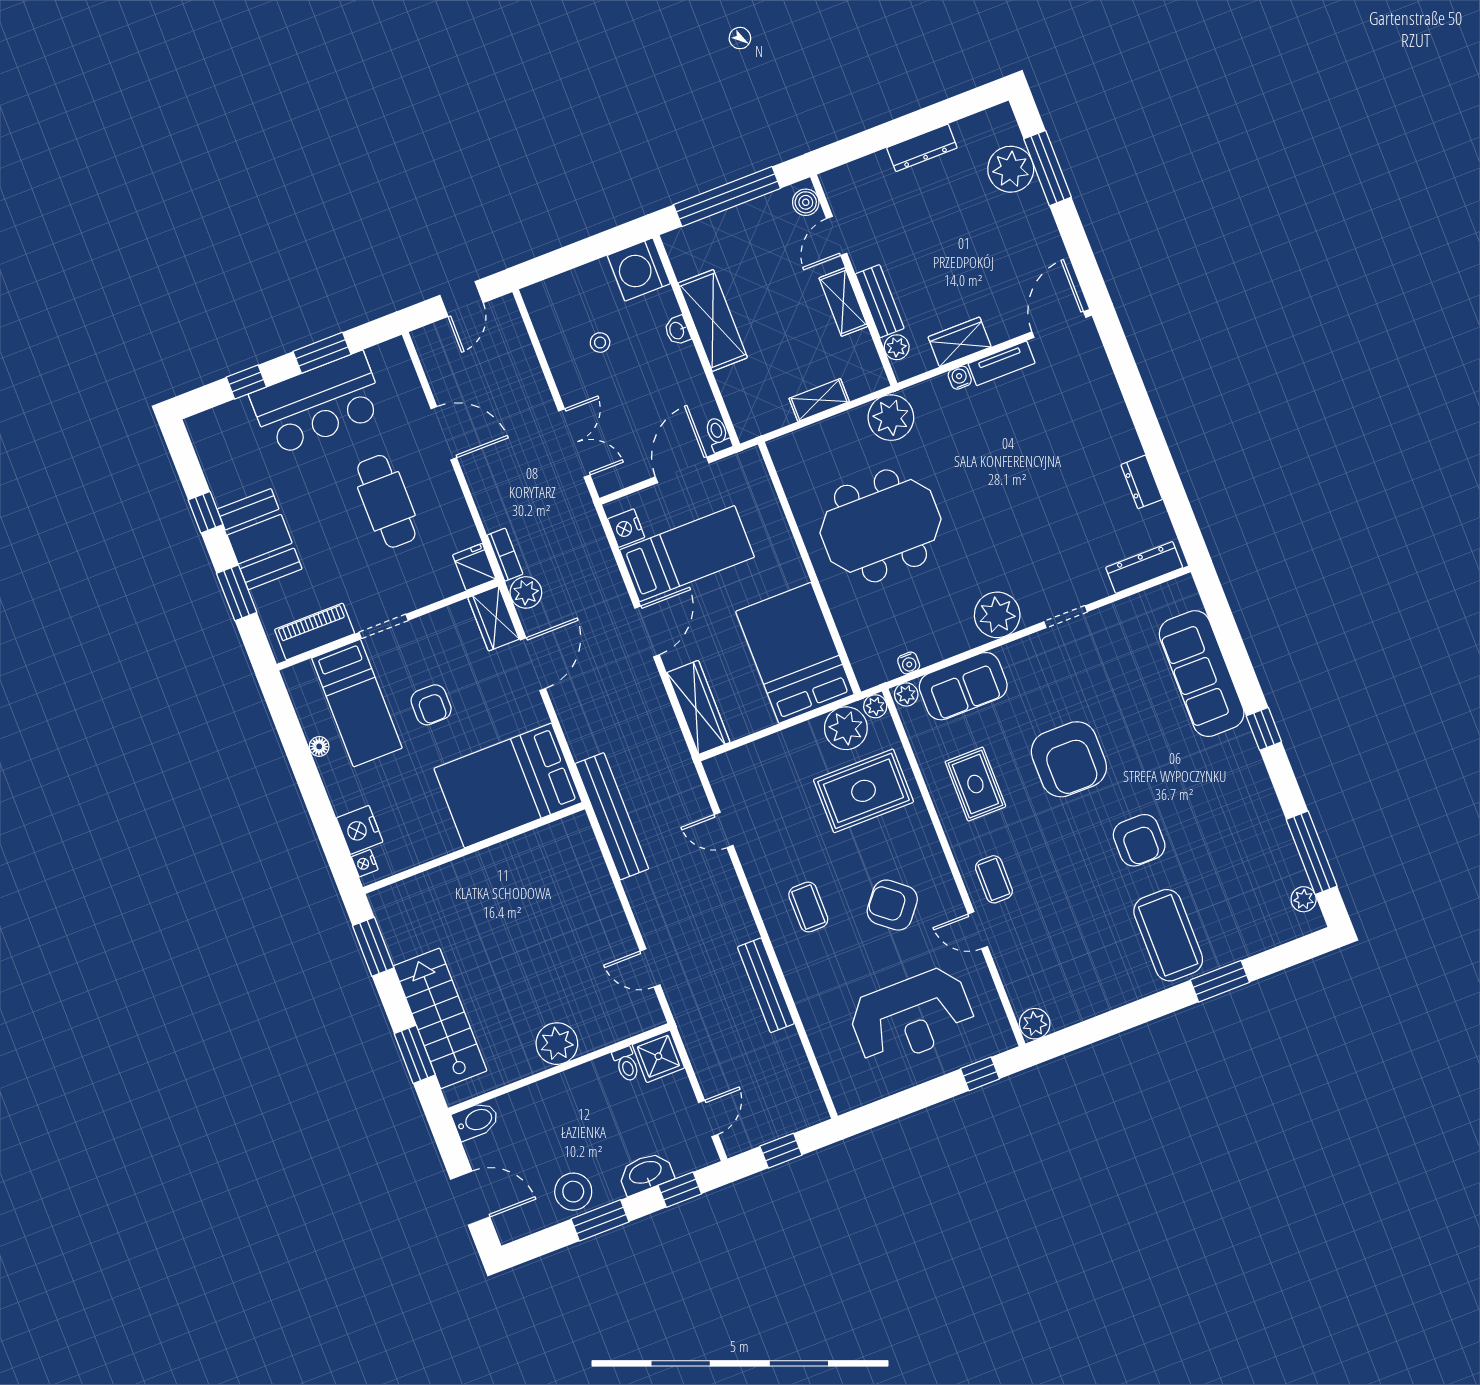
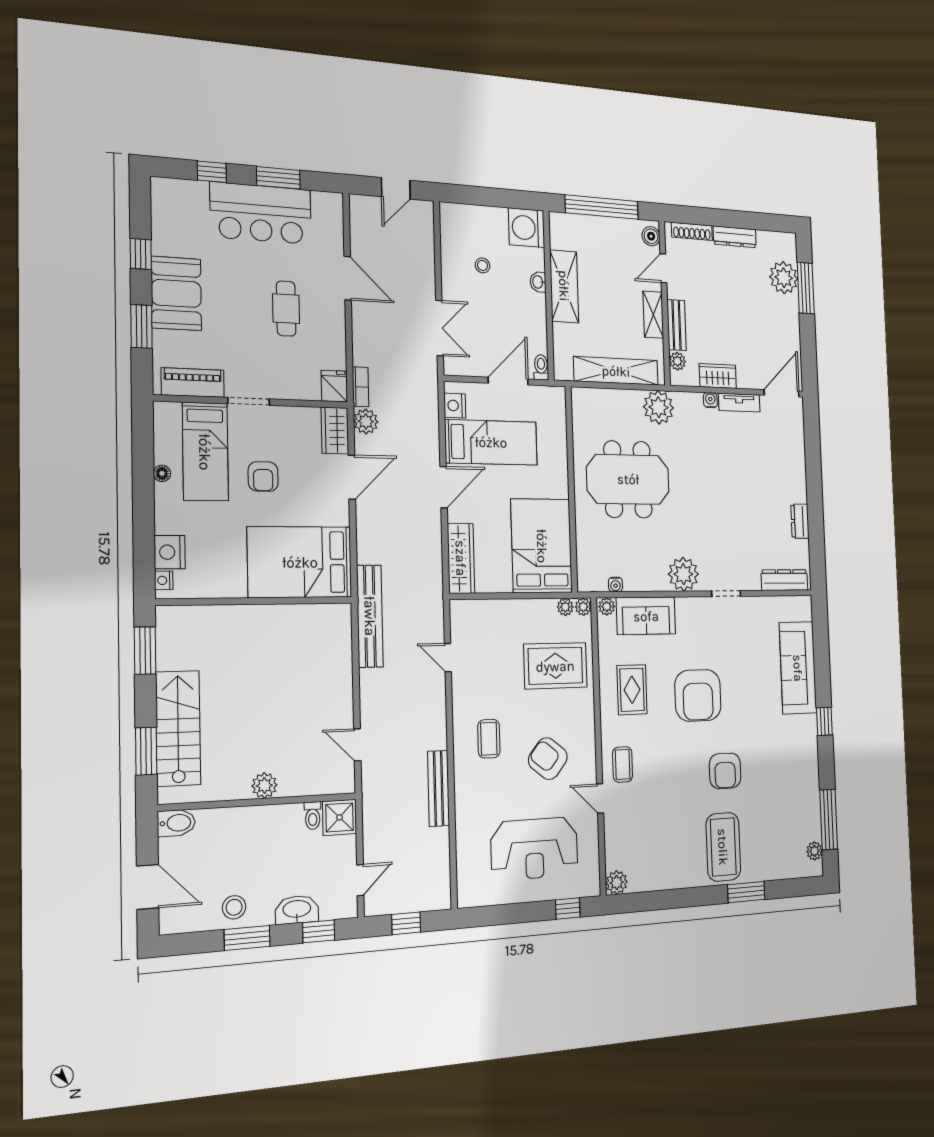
shoe rack: (859, 169) -> (692, 231), added
shelving: (819, 400) -> (616, 371), width x2.20, depth x1.33
cafe table: (386, 501) -> (286, 309), width x0.73, depth x0.74
plant: (846, 728) -> (565, 607), width x0.53, depth x0.53
plant: (557, 1044) -> (264, 786), width x0.73, depth x0.73
stool: (573, 1192) -> (234, 907), width x0.73, depth x0.73

